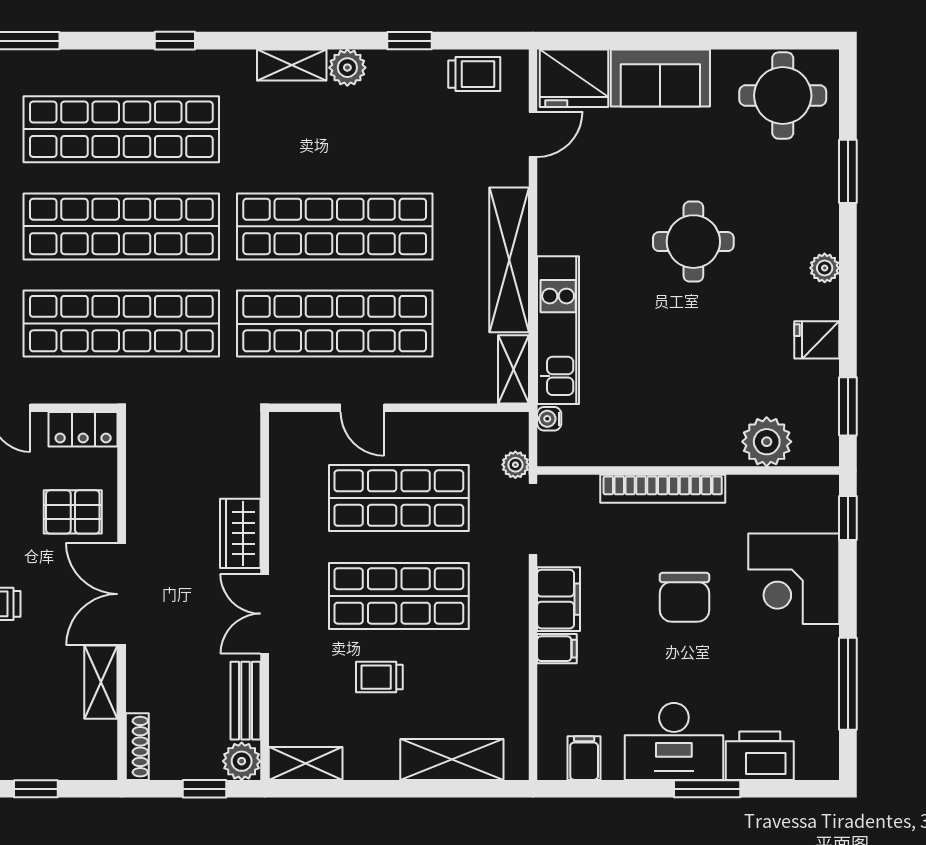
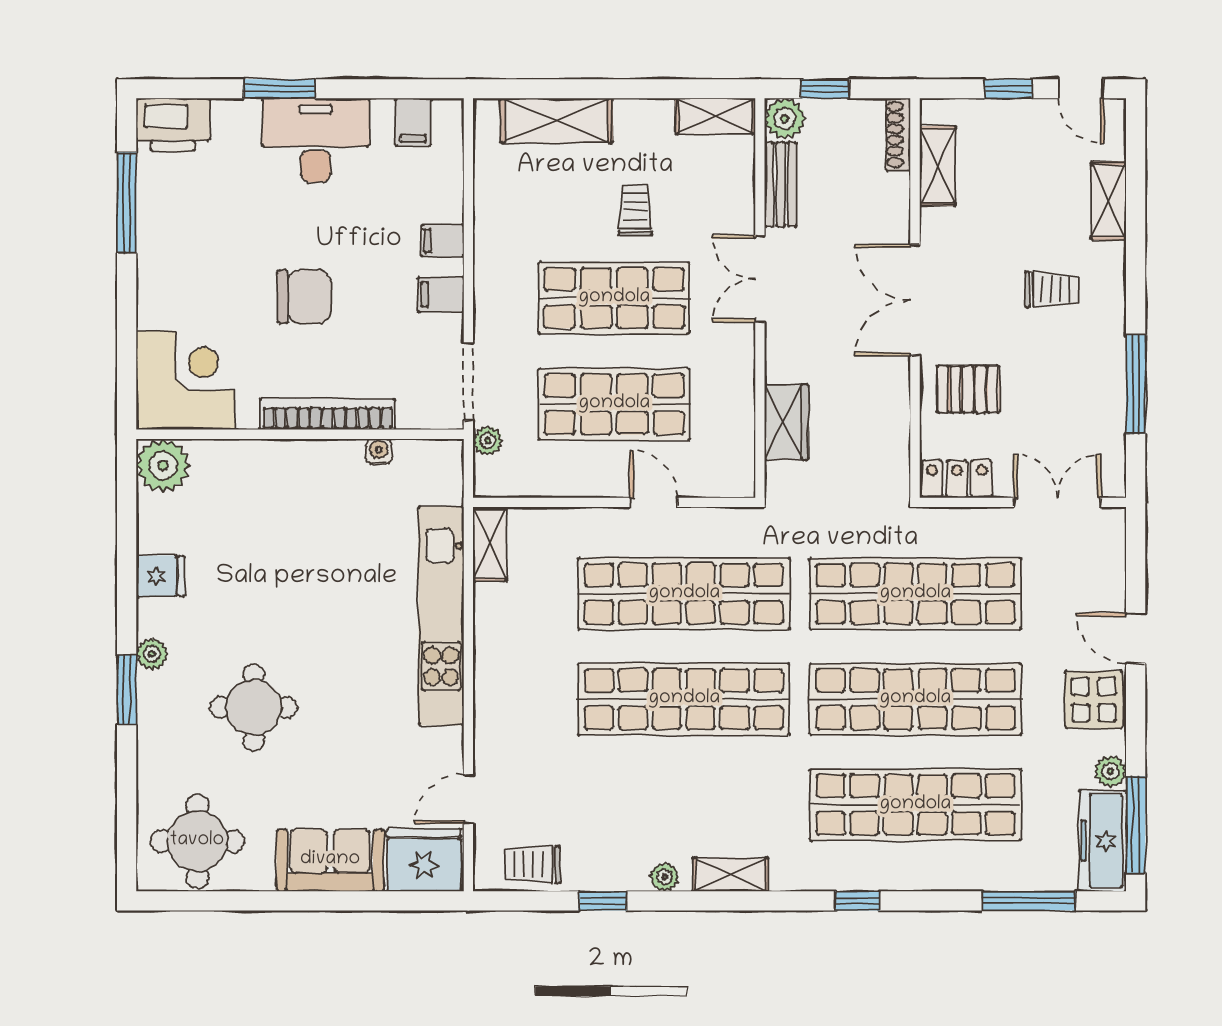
plant: (347, 68) -> (665, 877), width x0.73, depth x0.73
window: (848, 171) -> (127, 690), moved
round table: (693, 242) -> (254, 707), moved
shelving: (509, 260) -> (494, 663), removed
kitchen unit: (558, 330) -> (441, 616), width x1.36
window: (848, 406) -> (127, 504), removed
water cooler: (549, 419) -> (379, 452), moved, turned -90
plant: (767, 442) -> (163, 466), moved
window: (848, 518) -> (127, 383), removed
wardrobe: (240, 533) -> (786, 422), moved
corner desk: (794, 579) -> (185, 380), moved
double door: (122, 594) -> (915, 300), swing flipped
chair: (684, 597) -> (304, 297), turned 90
filing cabinet: (559, 599) -> (441, 295), width x0.50
double door: (265, 614) -> (760, 279), swing flipped
trolley: (379, 677) -> (635, 210), turned -90
shelving: (101, 682) -> (937, 166), moved
printer: (760, 756) -> (173, 125), moved

